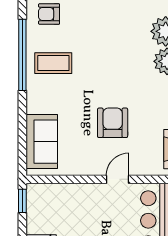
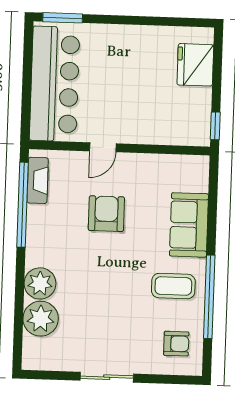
armchair: (113, 123) -> (106, 214), turned 180
sofa: (42, 142) -> (189, 225), moved

